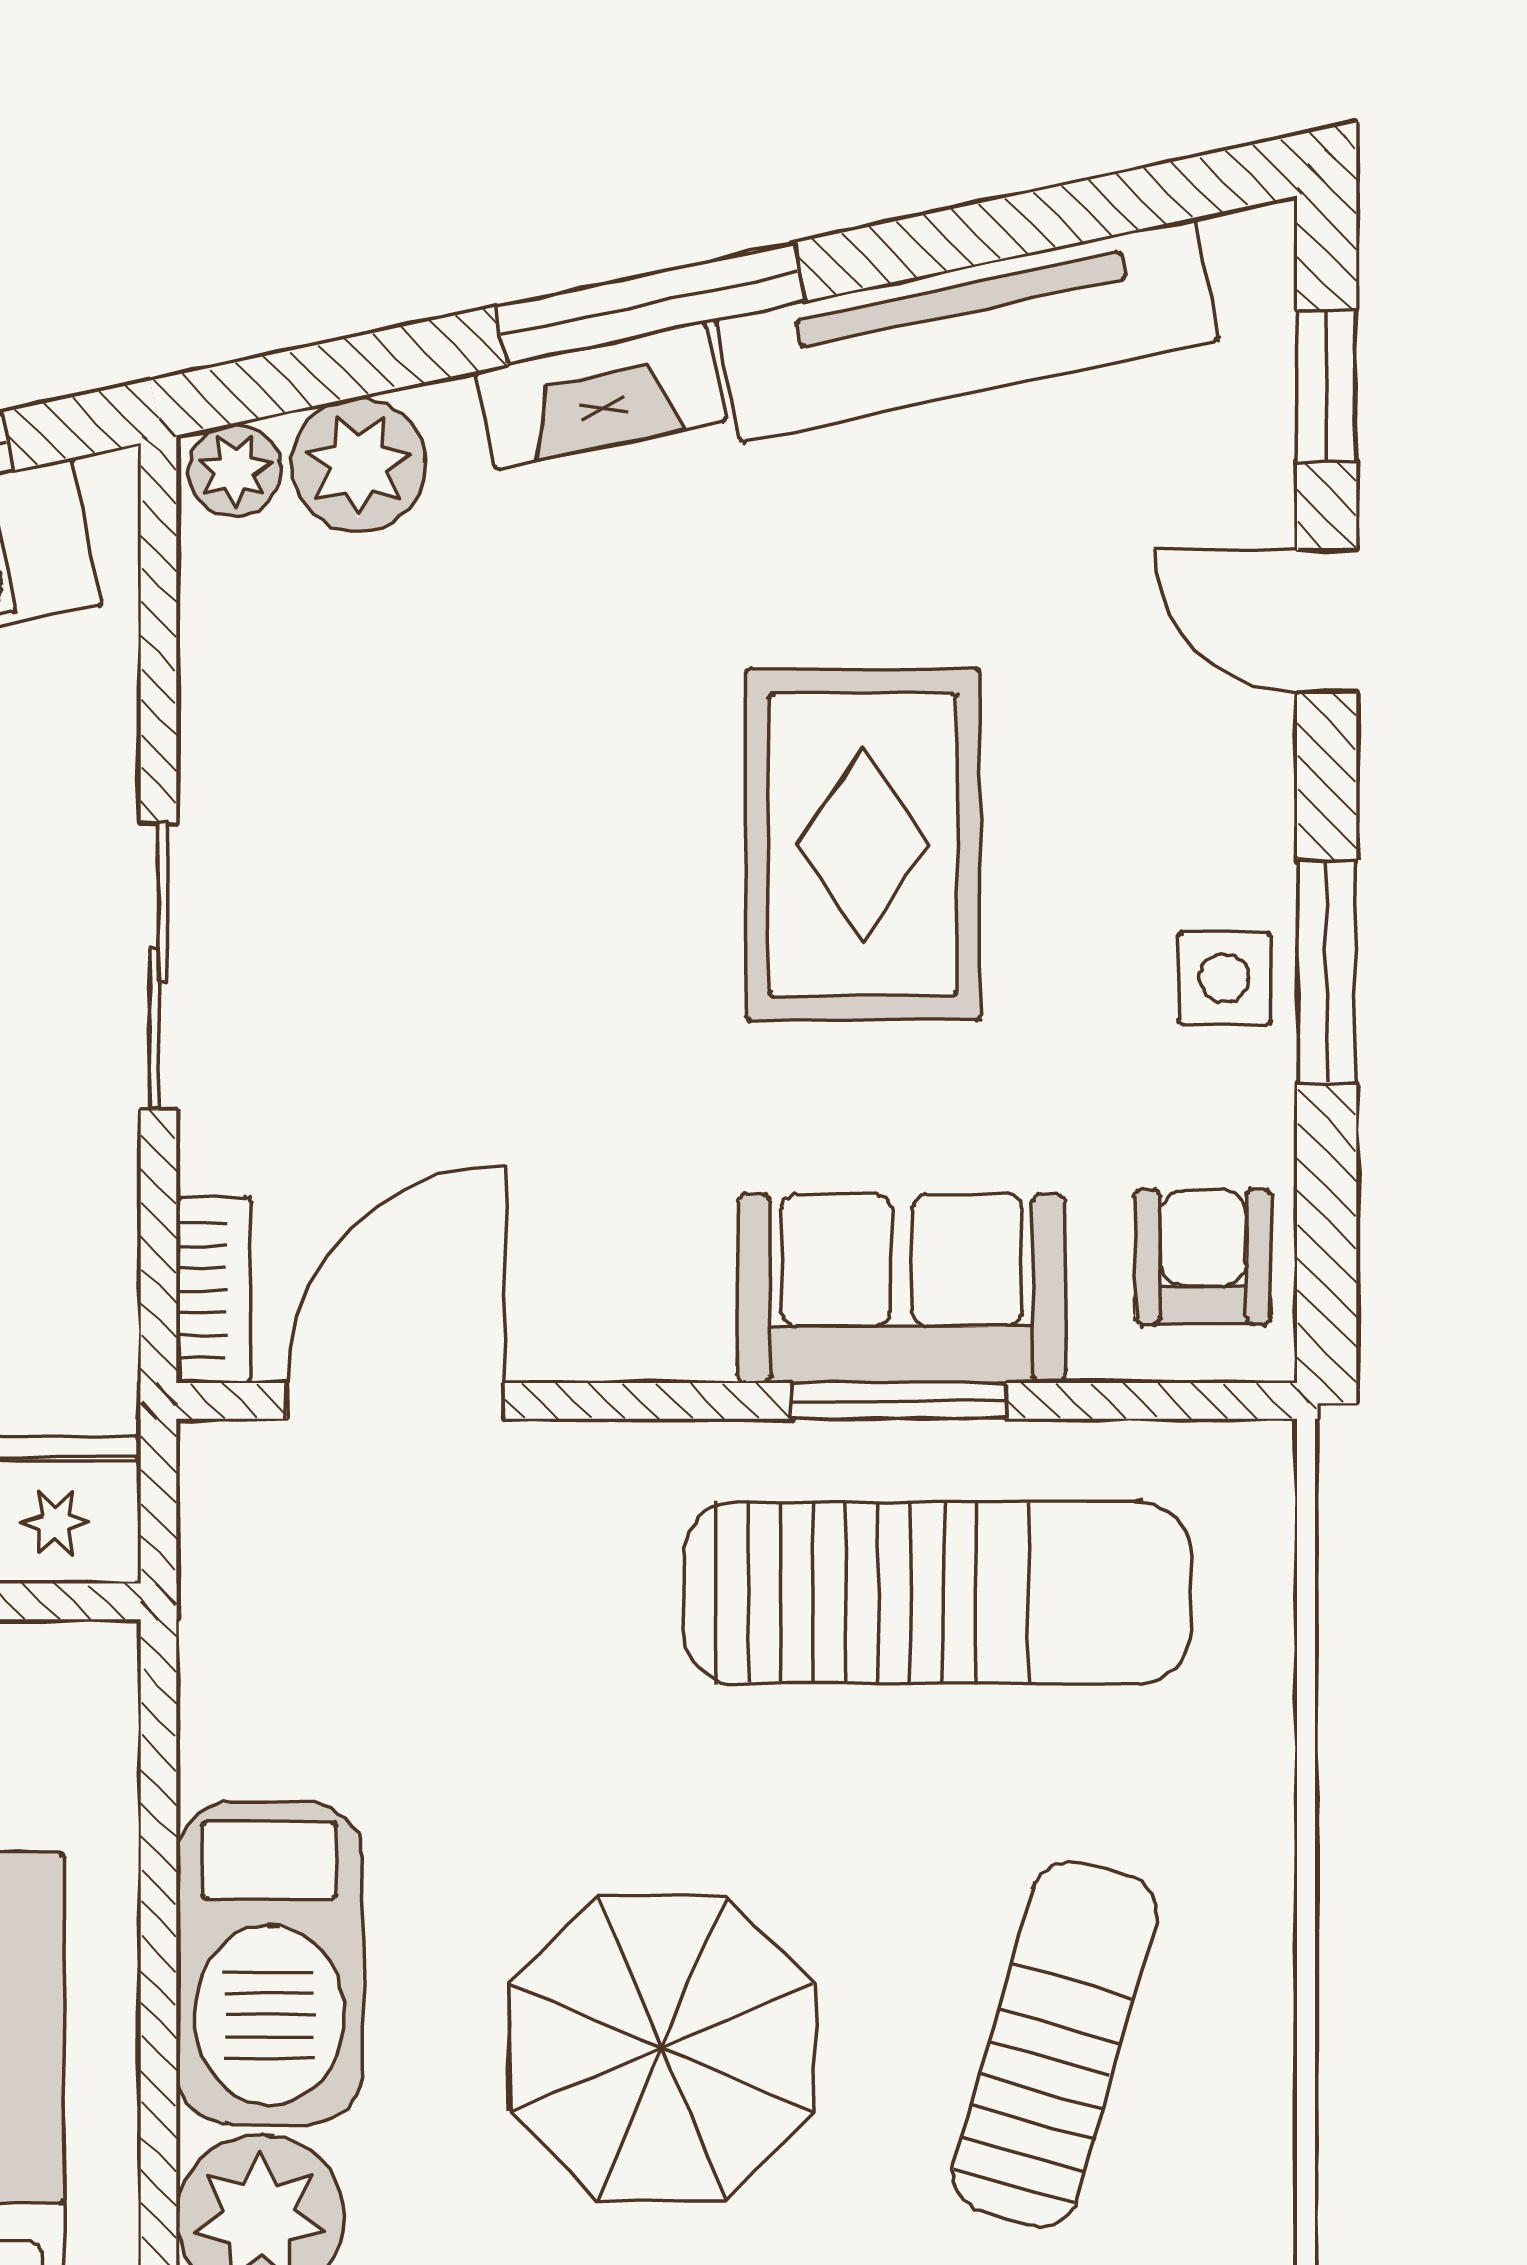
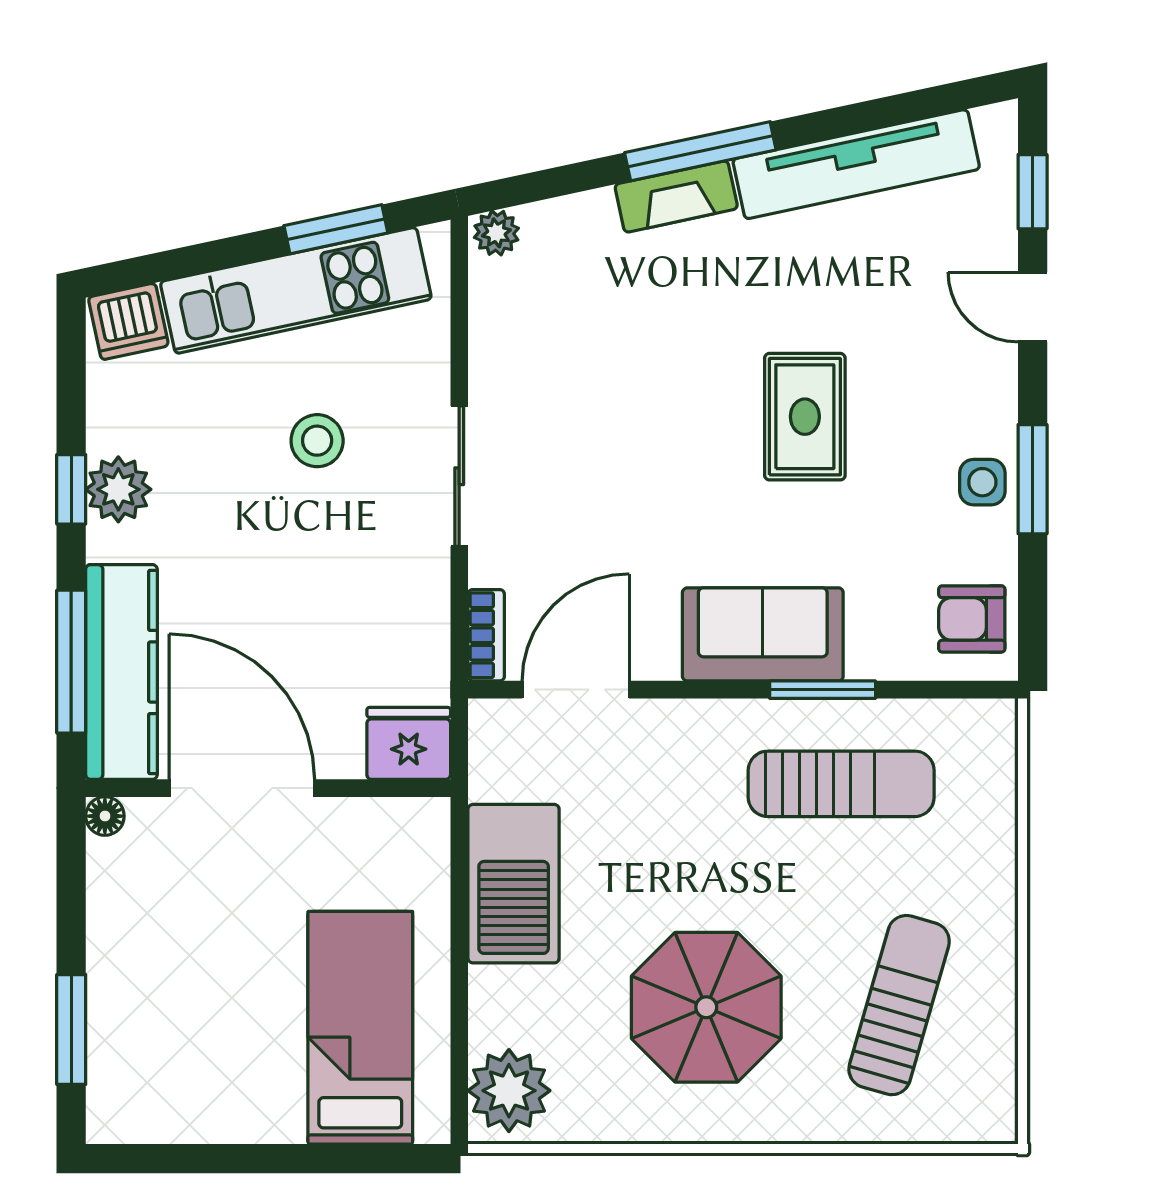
plant: (359, 465) -> (557, 230), removed
rug: (863, 845) -> (805, 417), width x0.73, depth x0.70
armchair: (1203, 1257) -> (972, 619), turned -90
sofa: (901, 1288) -> (763, 634), moved
sun lounger: (937, 1593) -> (841, 784), width x0.73, depth x0.75
barbecue: (269, 1963) -> (514, 884), moved

